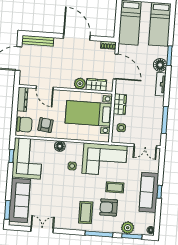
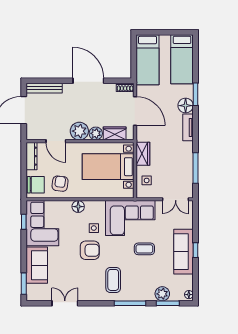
plant: (66, 80) -> (79, 131), added
sofa: (19, 200) -> (37, 265), width x0.73
armchair: (109, 207) -> (90, 250), moved, turned 180

